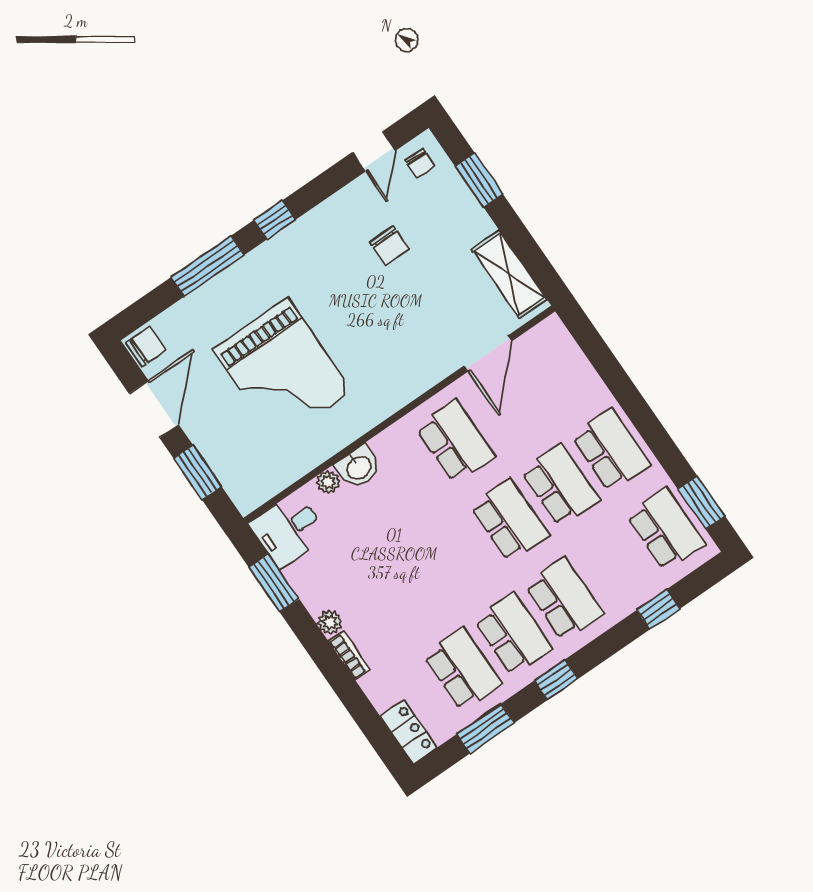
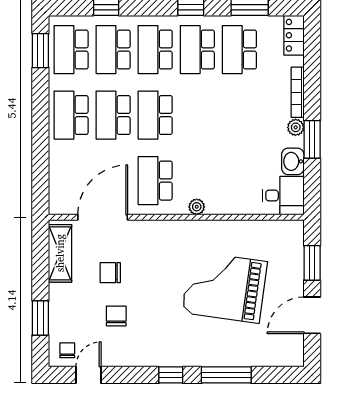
chair: (146, 346) -> (110, 273), moved
door: (488, 353) -> (103, 217), width x1.36
grand piano: (283, 371) -> (225, 287), turned -82
washbasin: (358, 467) -> (293, 161), moved, turned -90
plant: (328, 482) -> (197, 207), moved
school desk: (615, 564) -> (113, 50), added
window: (274, 583) -> (312, 139), moved
bookcase: (349, 655) -> (298, 92), width x1.56

